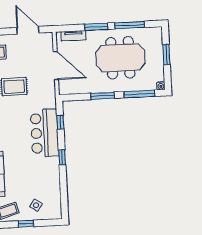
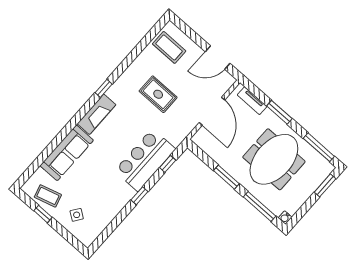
window: (129, 25) -> (319, 147), moved
door: (28, 30) -> (218, 57), swing flipped
window: (166, 55) -> (325, 185), moved
meeting table: (120, 58) -> (274, 159), turned 90
window: (26, 224) -> (43, 214), moved

